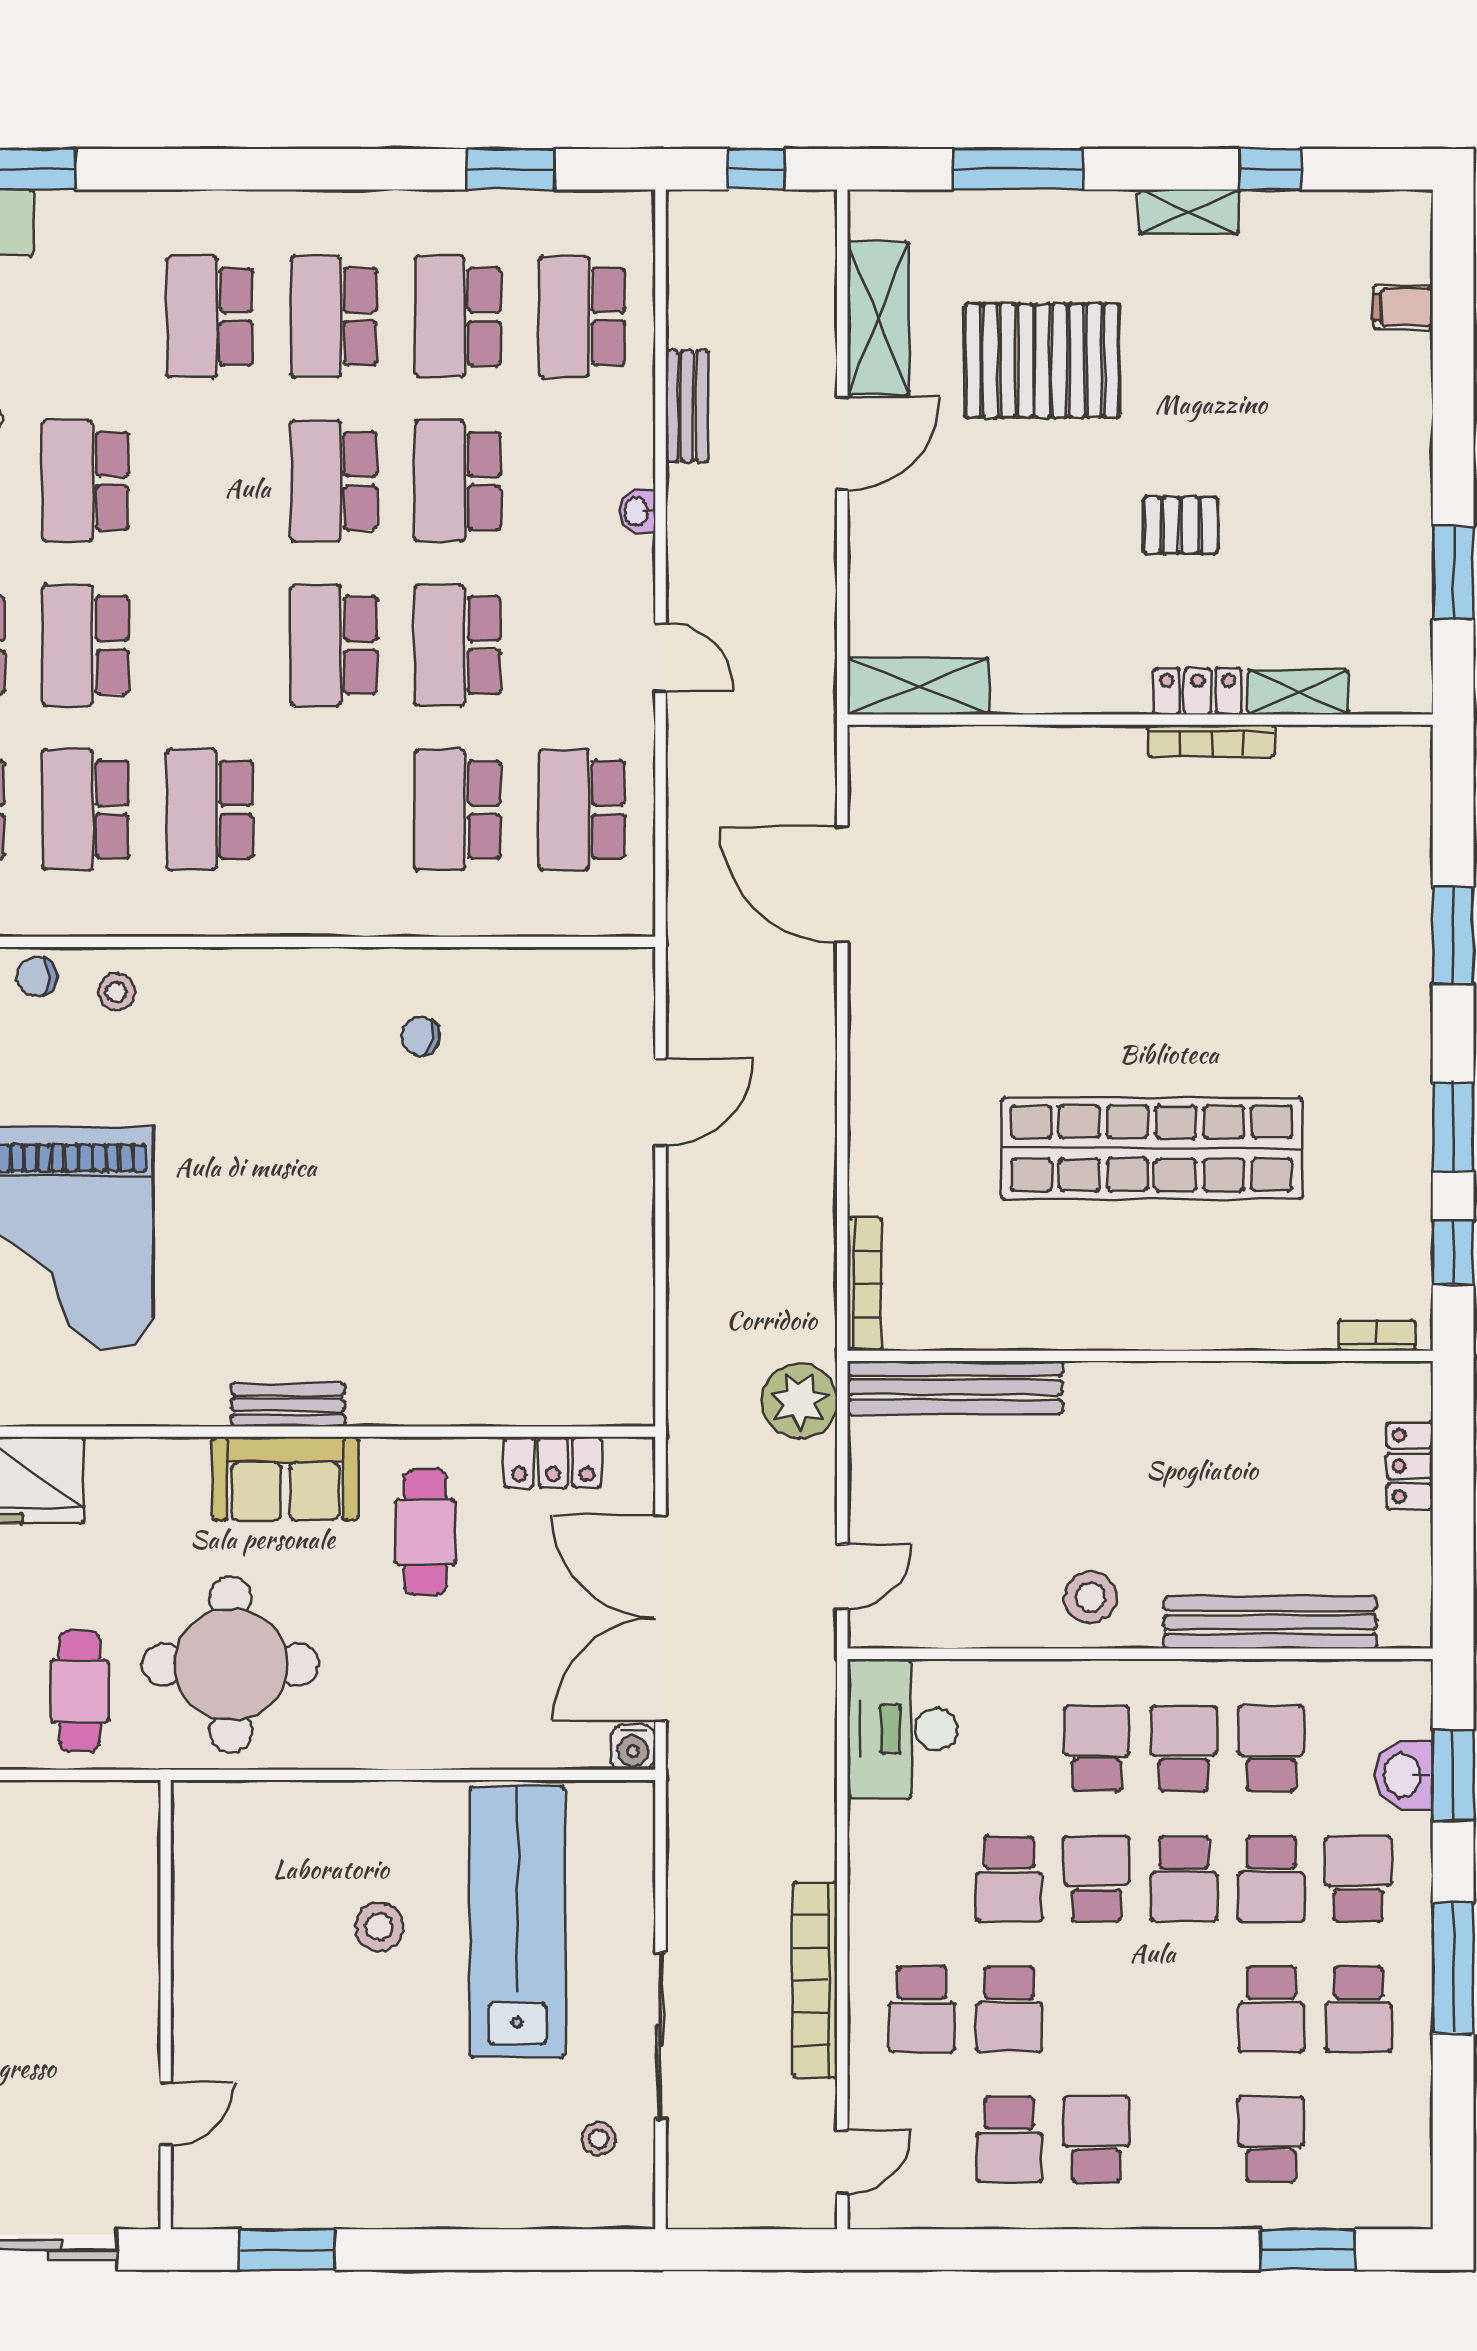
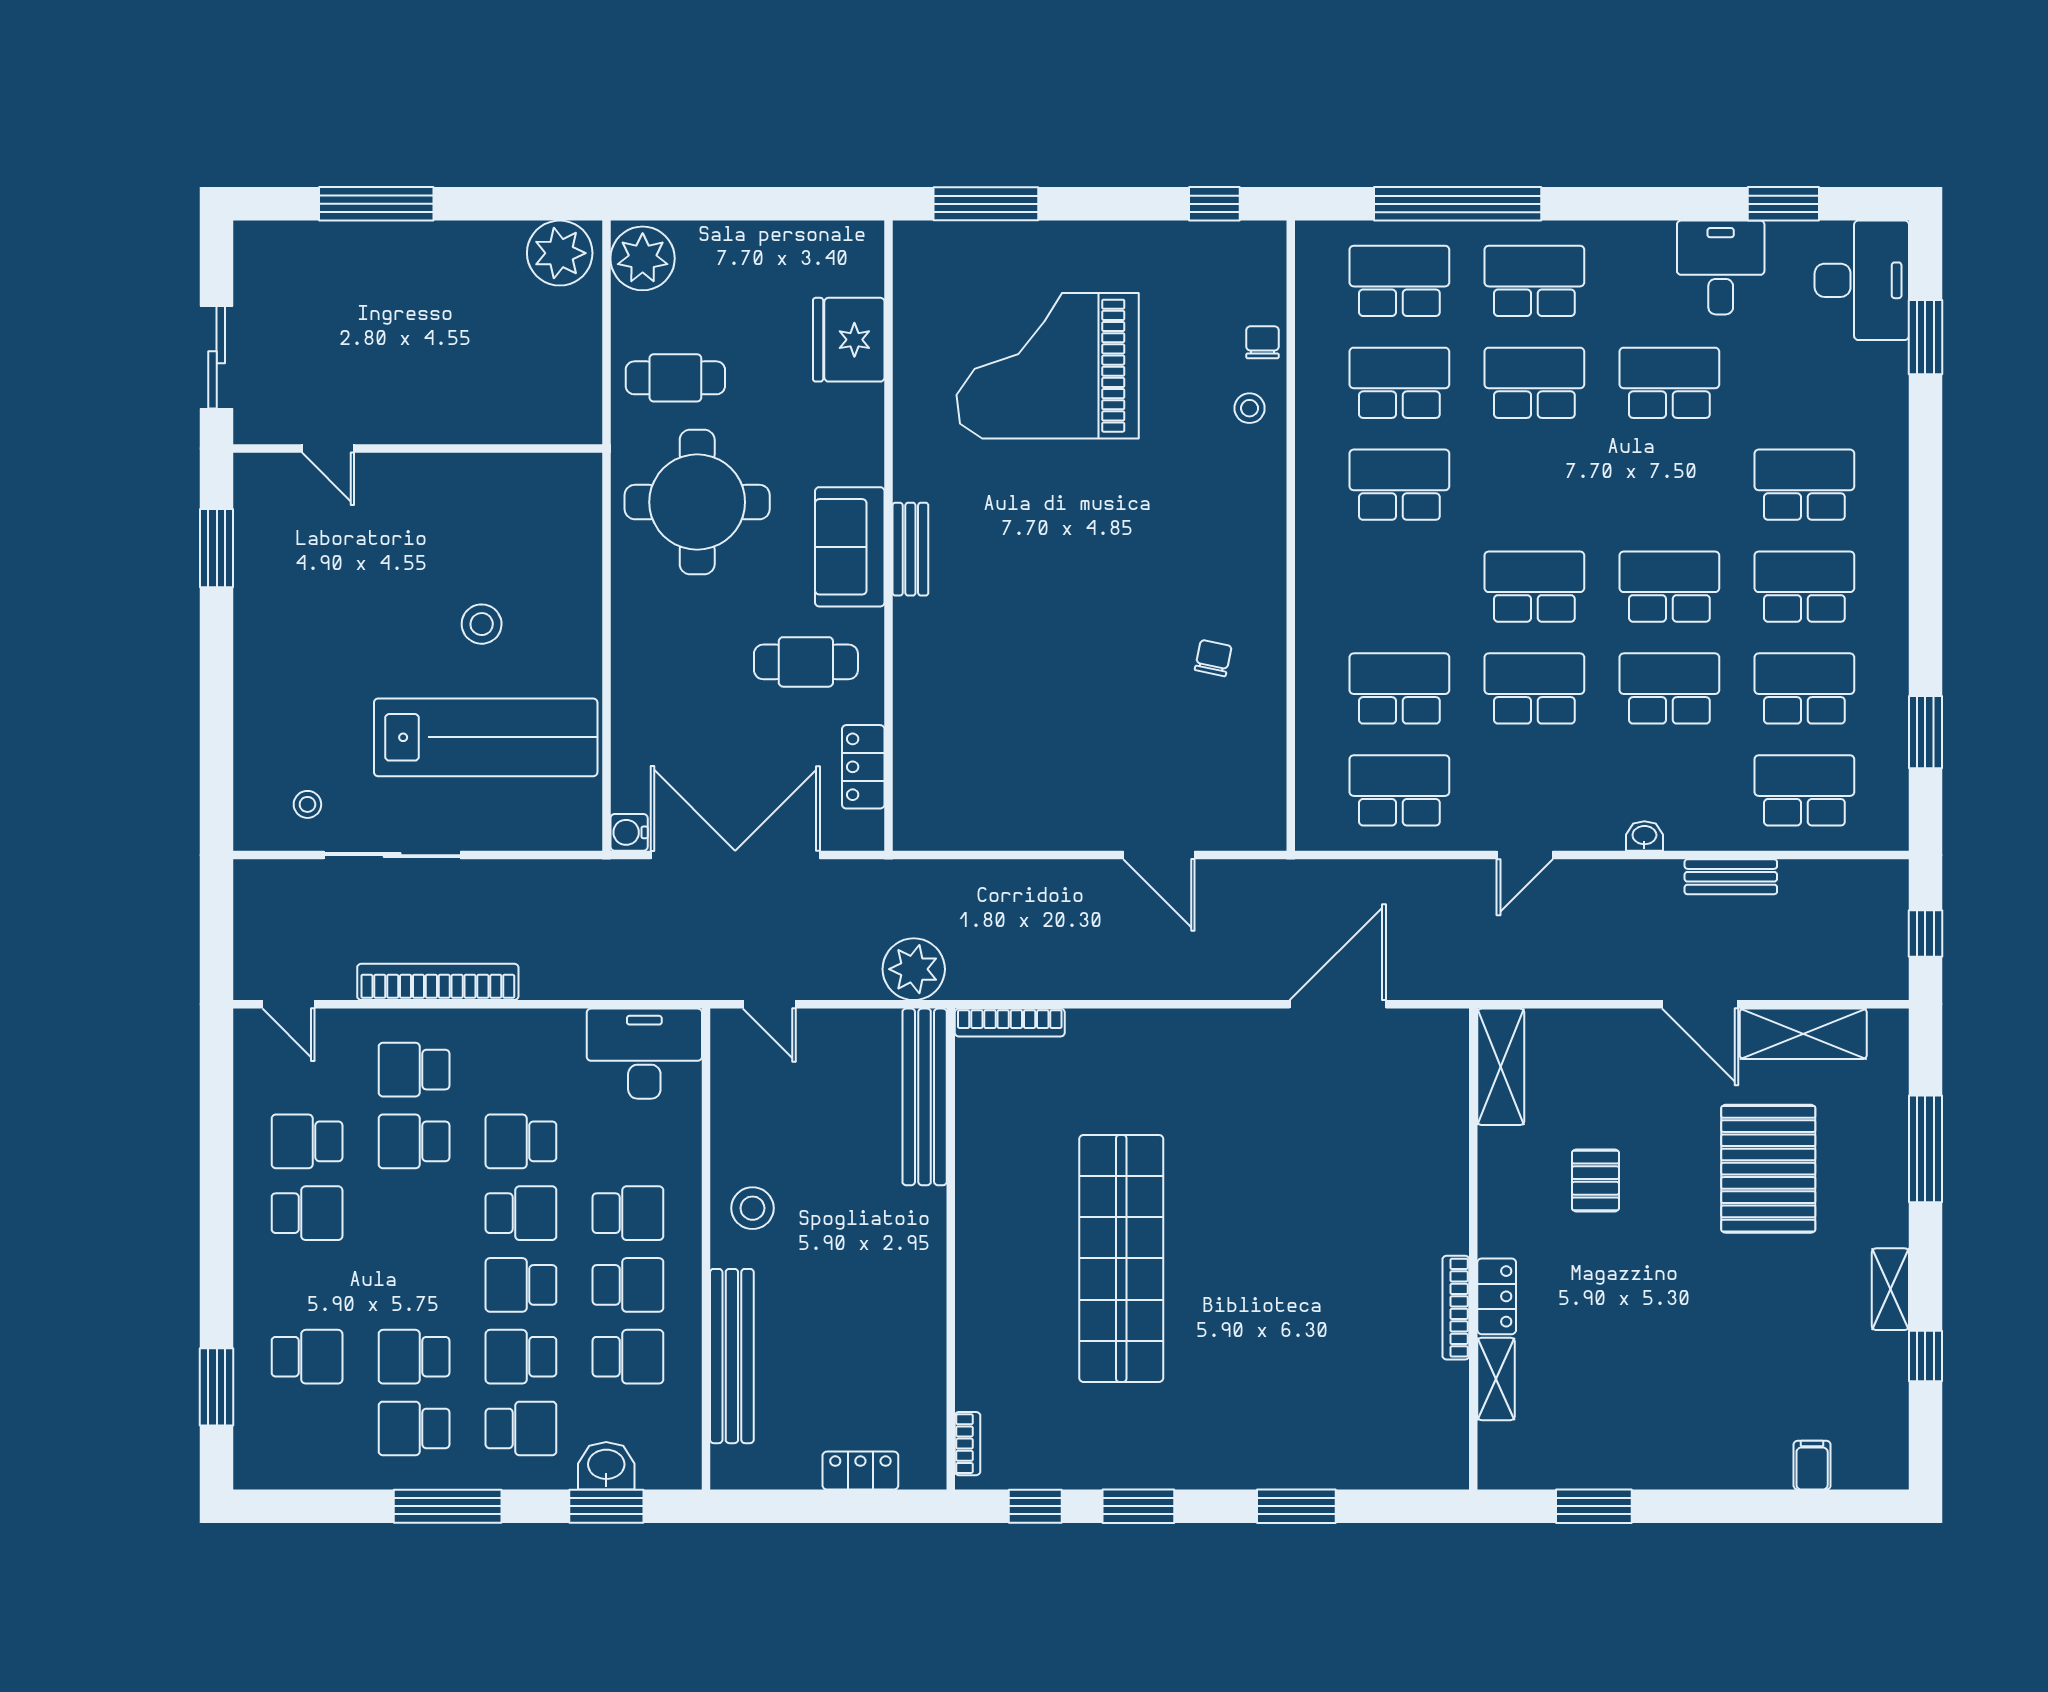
pallet: (1180, 525) -> (1595, 1180), moved

